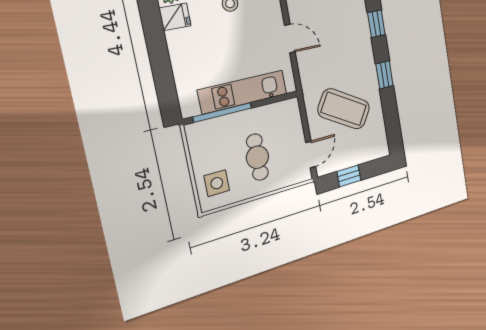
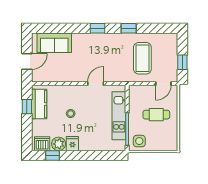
coffee table: (344, 109) -> (142, 58), turned -31
door: (311, 155) -> (163, 84), swing flipped
side table: (217, 183) -> (139, 141), moved

